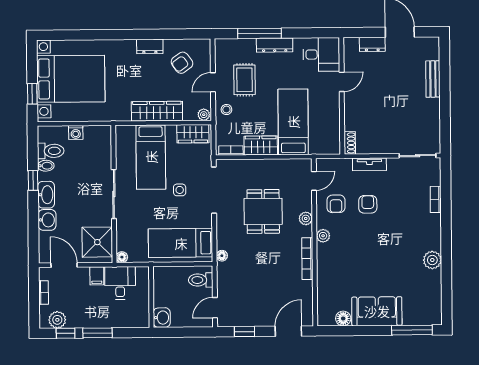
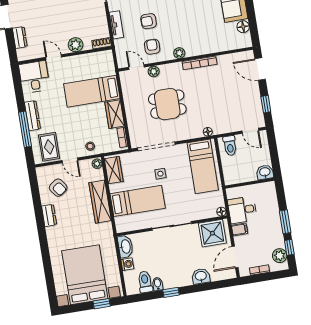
rug: (245, 80) -> (49, 147), moved, turned 90
plant: (353, 111) -> (76, 45), added
washbasin: (46, 195) -> (125, 247), moved, turned 90
armchair: (336, 204) -> (152, 47), turned -90
plant: (306, 218) -> (154, 71), moved

